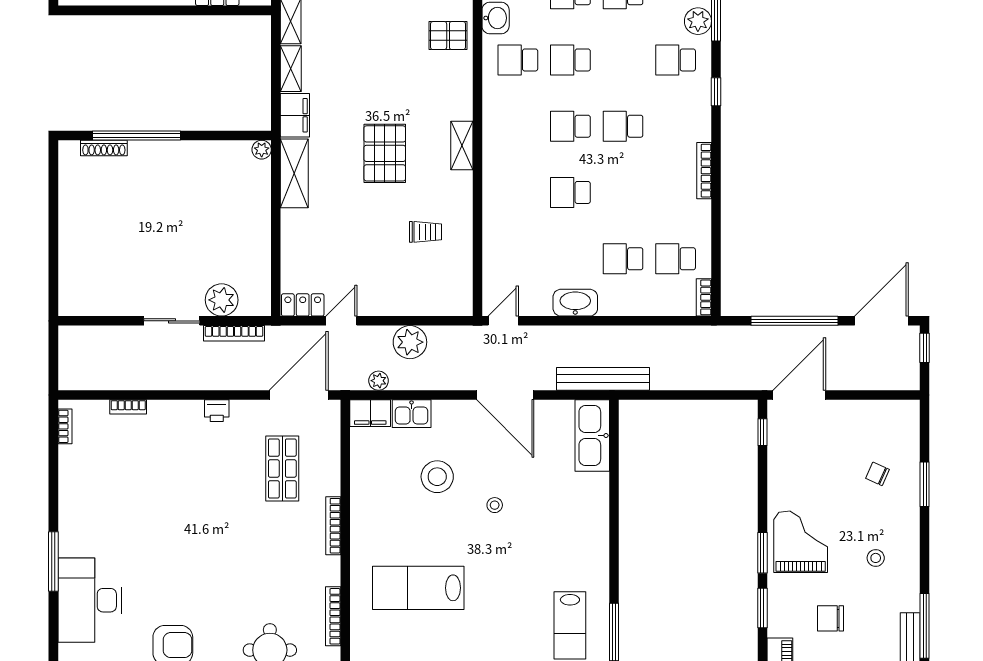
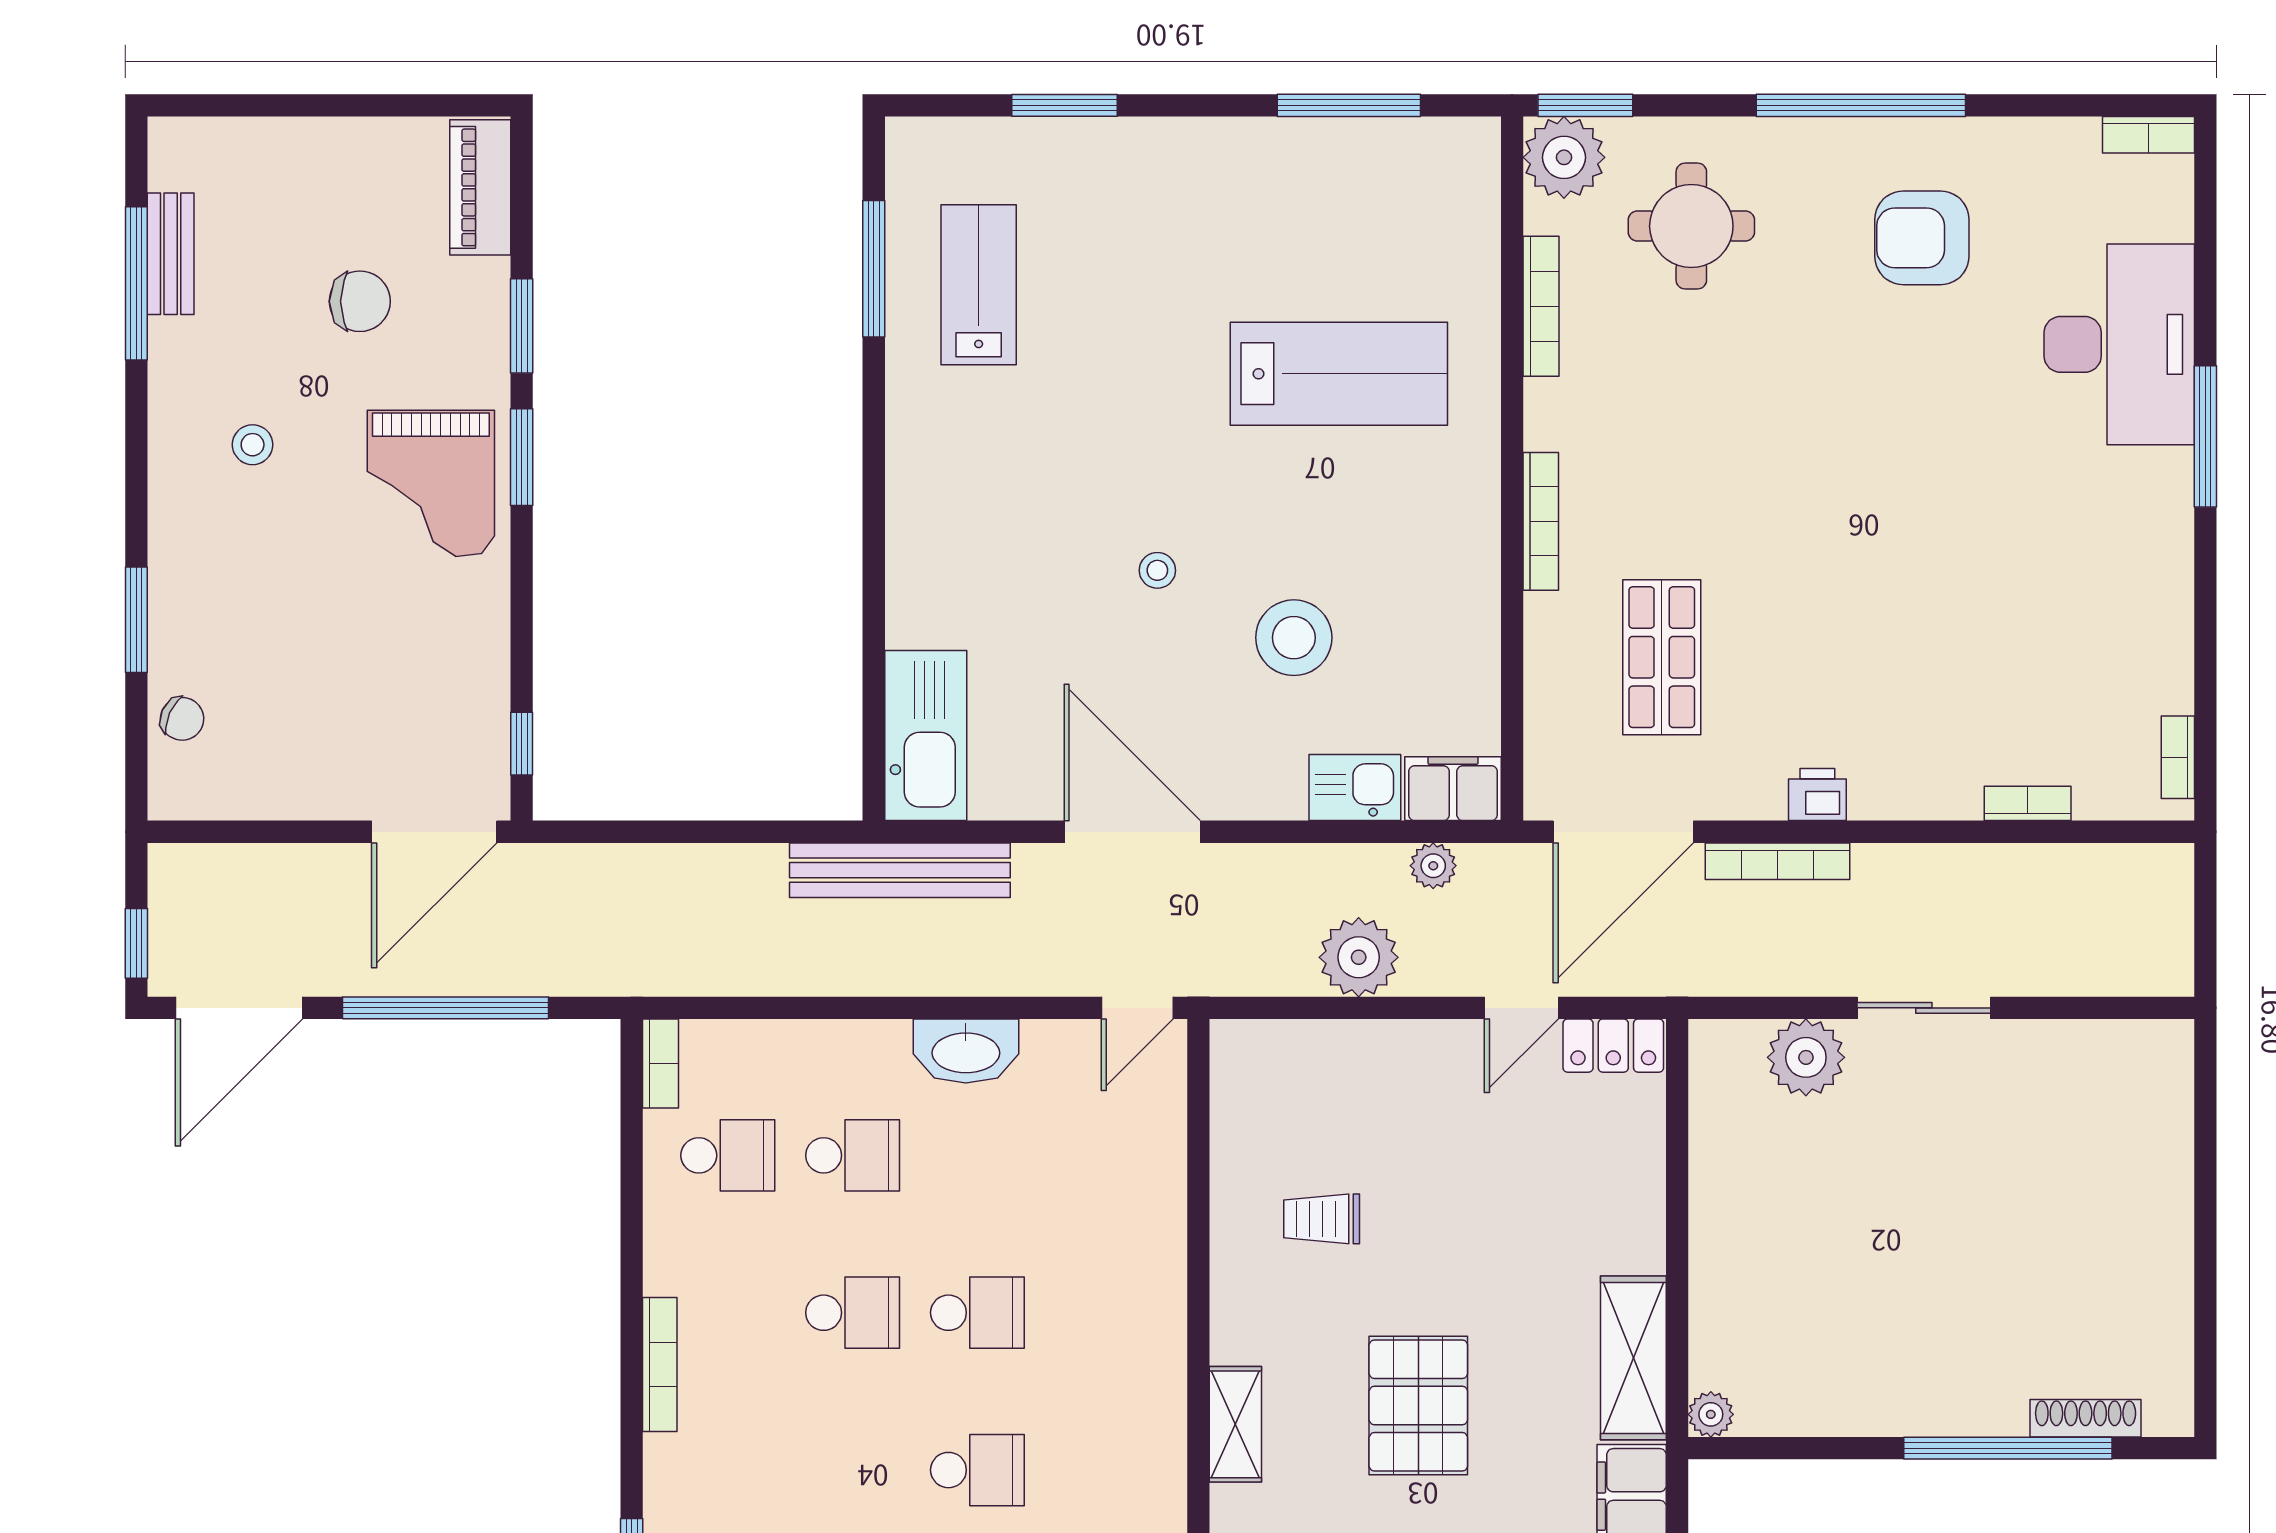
school desk: (623, 126) -> (853, 1313), moved
bookcase: (234, 333) -> (1777, 861), moved, turned 180
chair: (878, 474) -> (182, 719), moved

